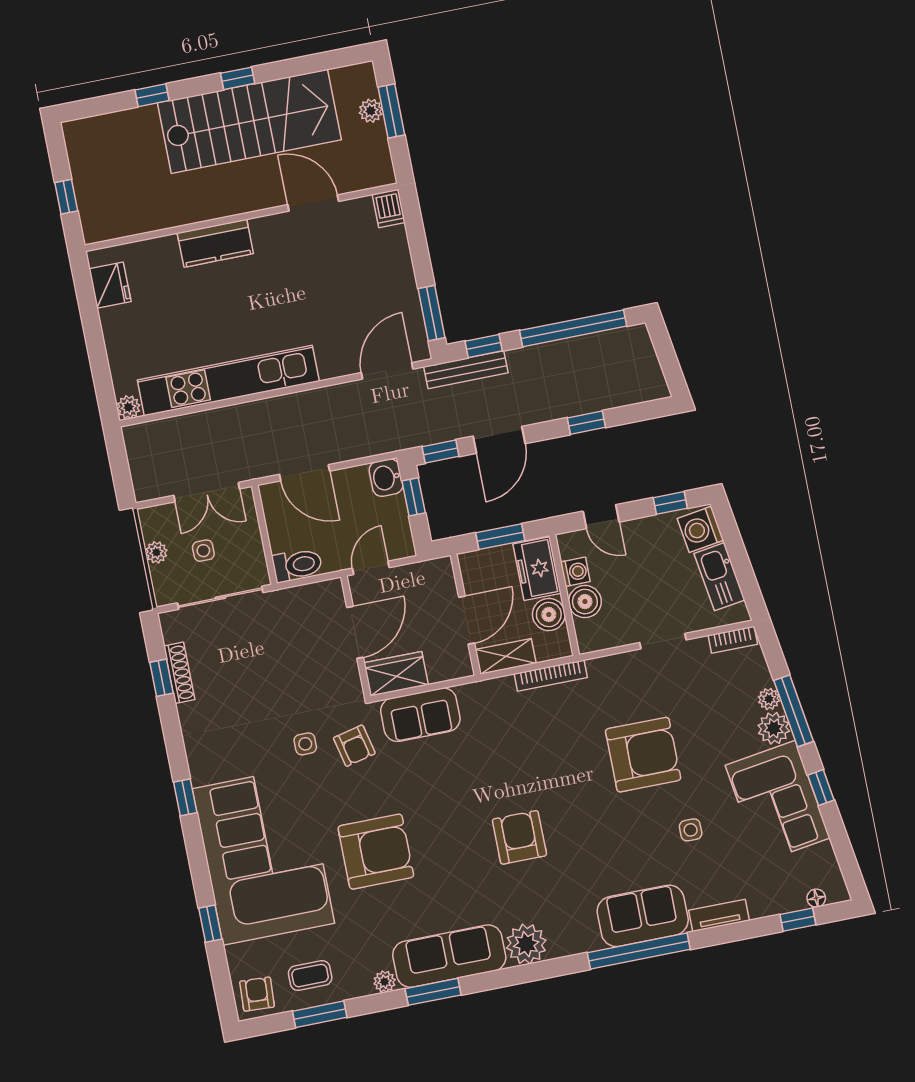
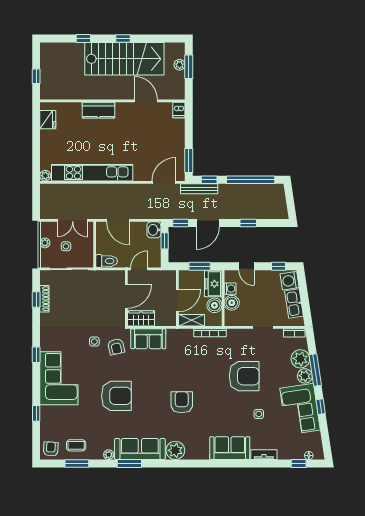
plant: (769, 699) -> (300, 359), width x1.88, depth x1.88
corner sofa: (263, 856) -> (59, 378), width x0.73, depth x0.74
window: (639, 951) -> (225, 463), removed

